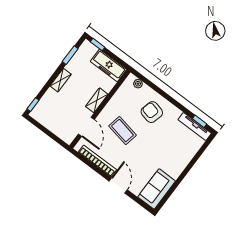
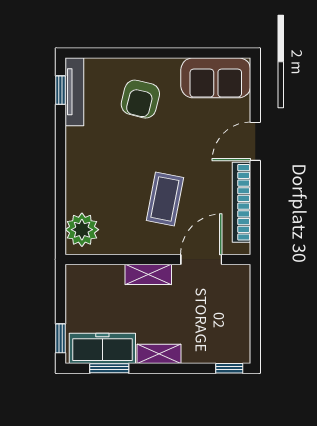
freezer: (108, 65) -> (102, 348), moved, turned -90
plant: (138, 84) -> (82, 230), width x1.87, depth x1.87
armchair: (152, 112) -> (140, 99), moved

